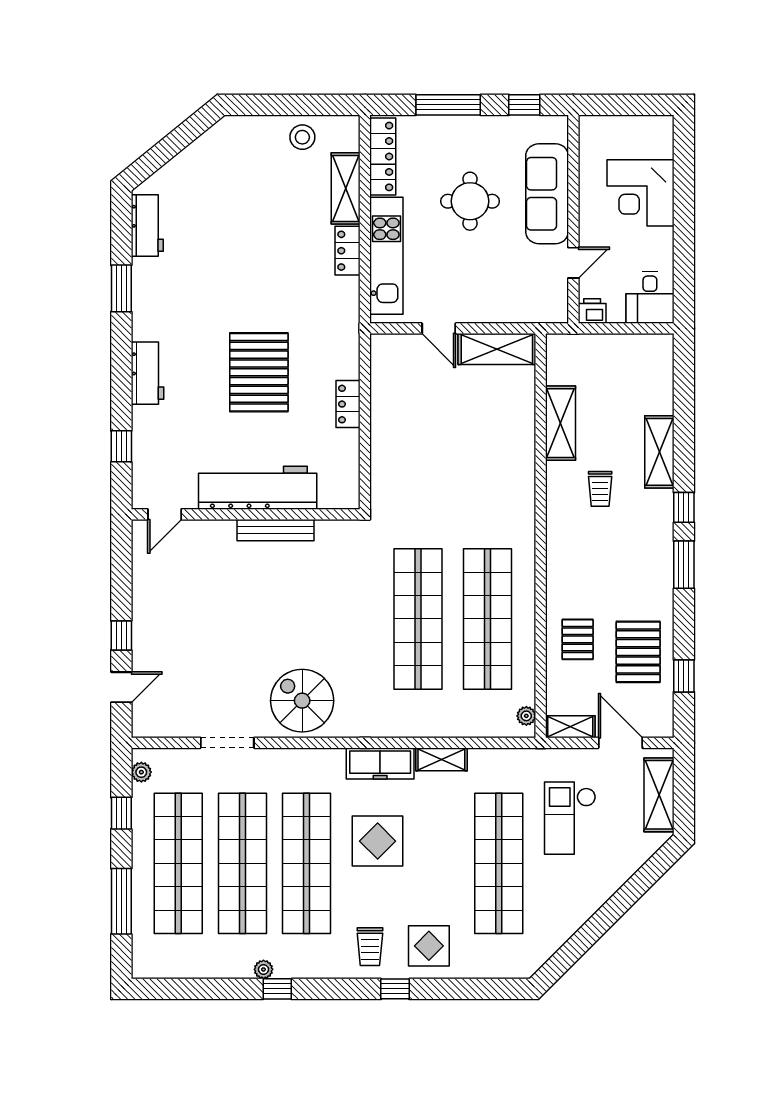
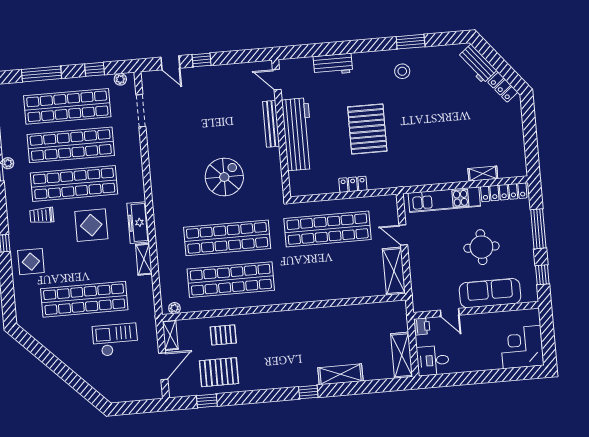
stool: (302, 137) -> (402, 71), moved
shelving: (346, 188) -> (483, 174), width x0.67, depth x0.75
corner desk: (640, 193) -> (522, 347), moved
workbench: (147, 226) -> (477, 64), moved, turned 51
locker: (347, 251) -> (503, 87), moved, turned -129
door: (439, 328) -> (403, 235), hinge flipped
pallet: (259, 372) -> (367, 129), turned 90
workbench: (147, 373) -> (333, 64), moved
shelving: (561, 423) -> (402, 355), moved, turned 90
window: (121, 446) -> (315, 50), removed
shop shelf: (418, 452) -> (328, 229), added
trolley: (600, 489) -> (315, 341), removed
bench: (275, 530) -> (271, 124), moved
window: (684, 565) -> (274, 395), removed
spiral stairs: (302, 701) -> (224, 177), moved
doorway: (227, 743) -> (141, 111), moved
shelving: (659, 795) -> (134, 392), removed
trolley: (370, 947) -> (42, 215), moved

